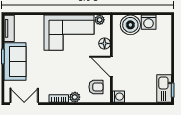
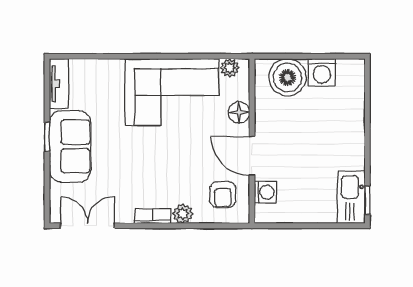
armchair: (96, 87) -> (223, 194), turned 90
washing machine: (119, 97) -> (265, 192), moved

